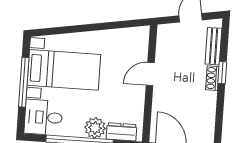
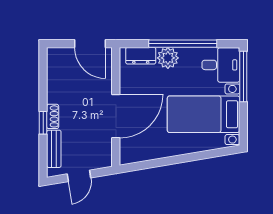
door: (150, 74) -> (116, 116), width x1.88
window: (24, 82) -> (243, 76), moved

